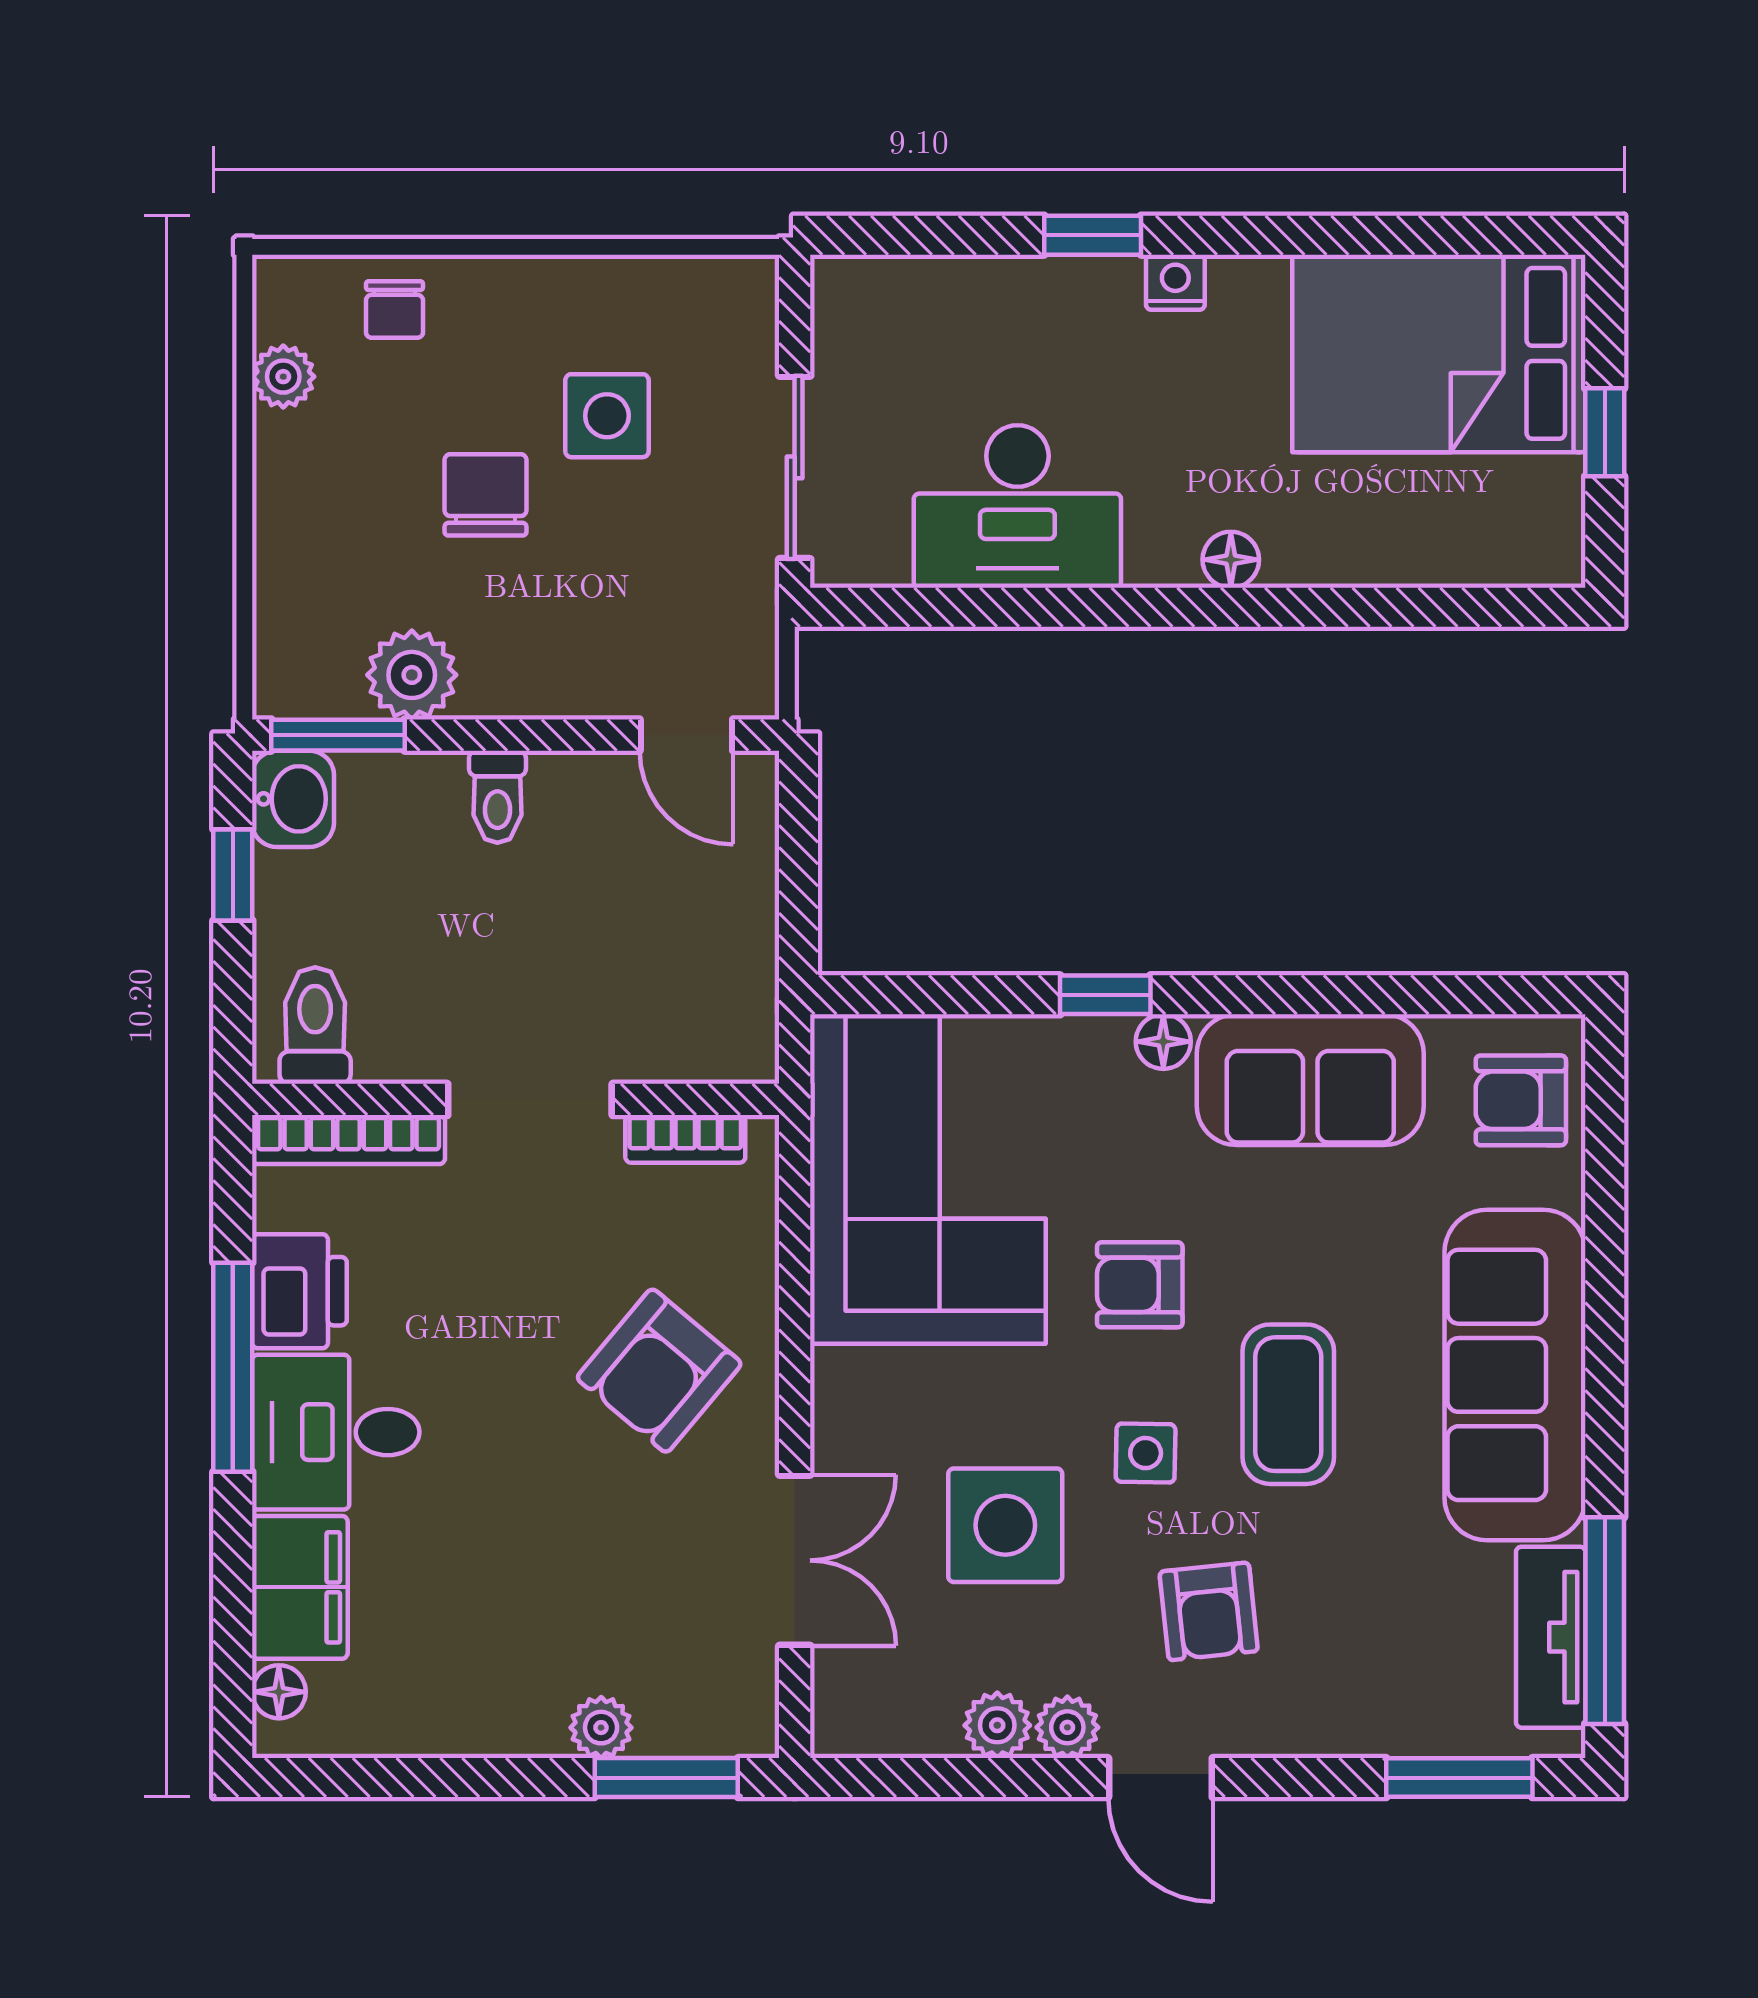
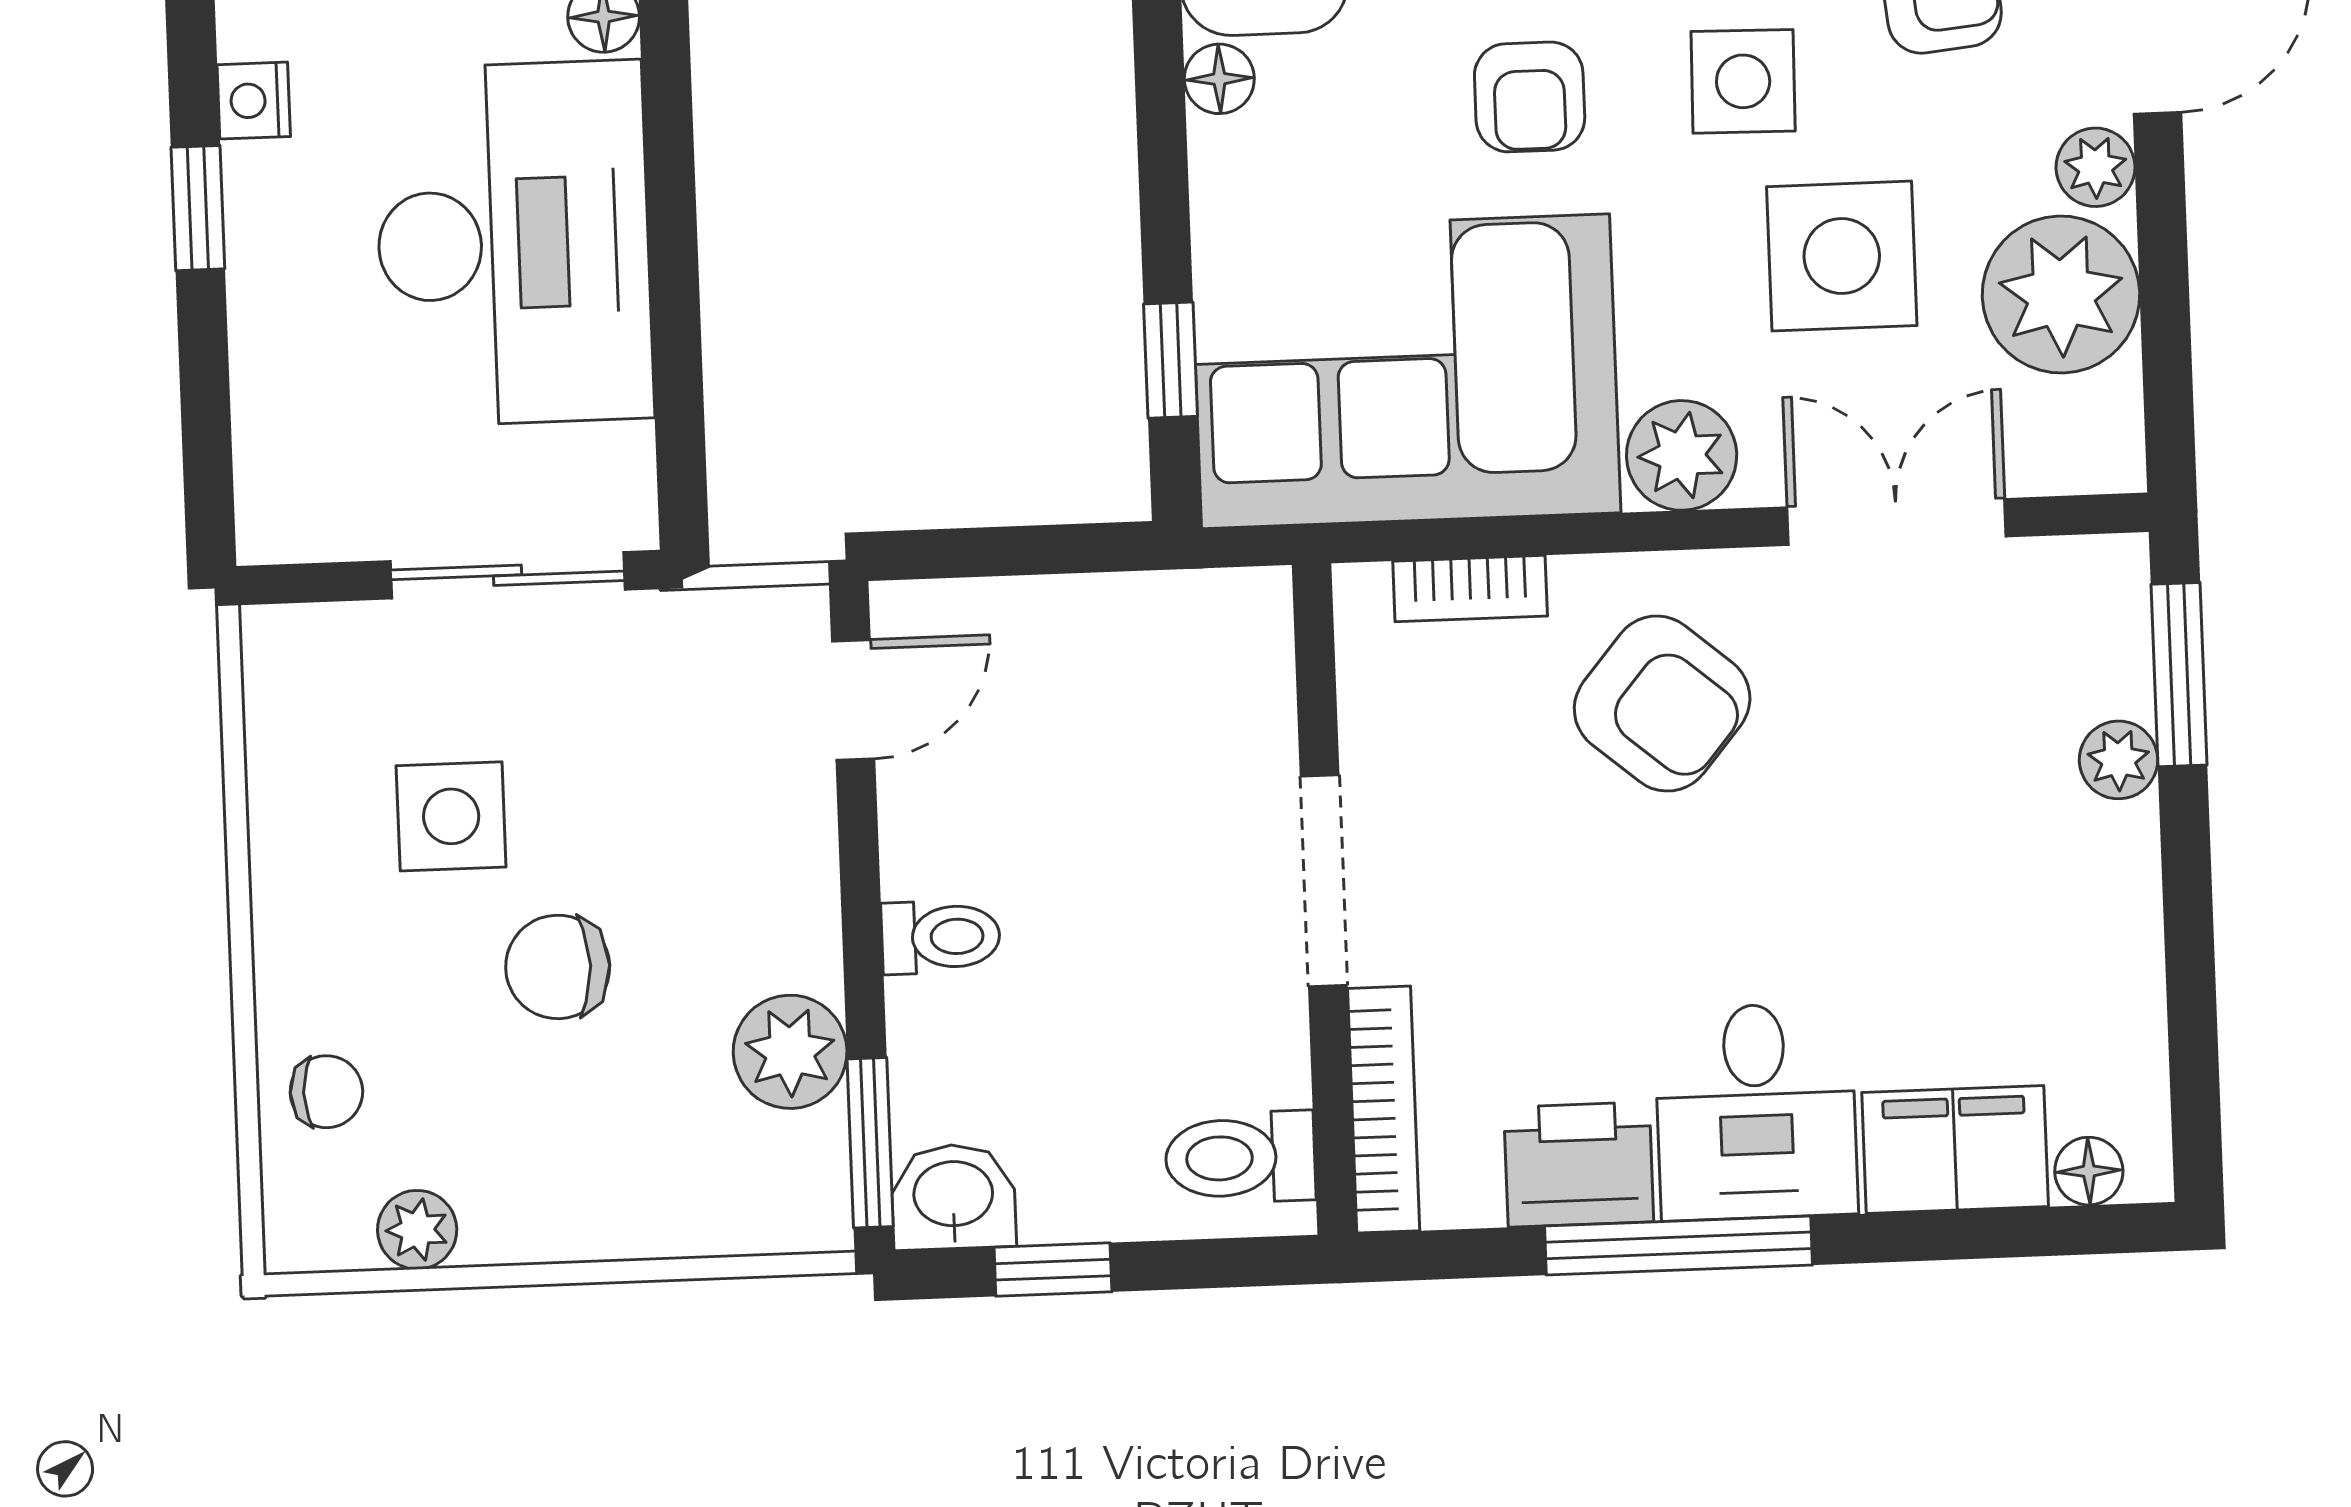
desk: (1017, 506) -> (514, 244), width x1.36, depth x1.30
window: (1105, 995) -> (1171, 360), moved
bookcase: (685, 1139) -> (1470, 589), moved, turned 90
plant: (853, 1393) -> (1682, 455), added
side table: (1146, 1453) -> (1743, 81), width x1.37, depth x1.37
plant: (997, 1725) -> (2061, 295), width x1.88, depth x1.88

